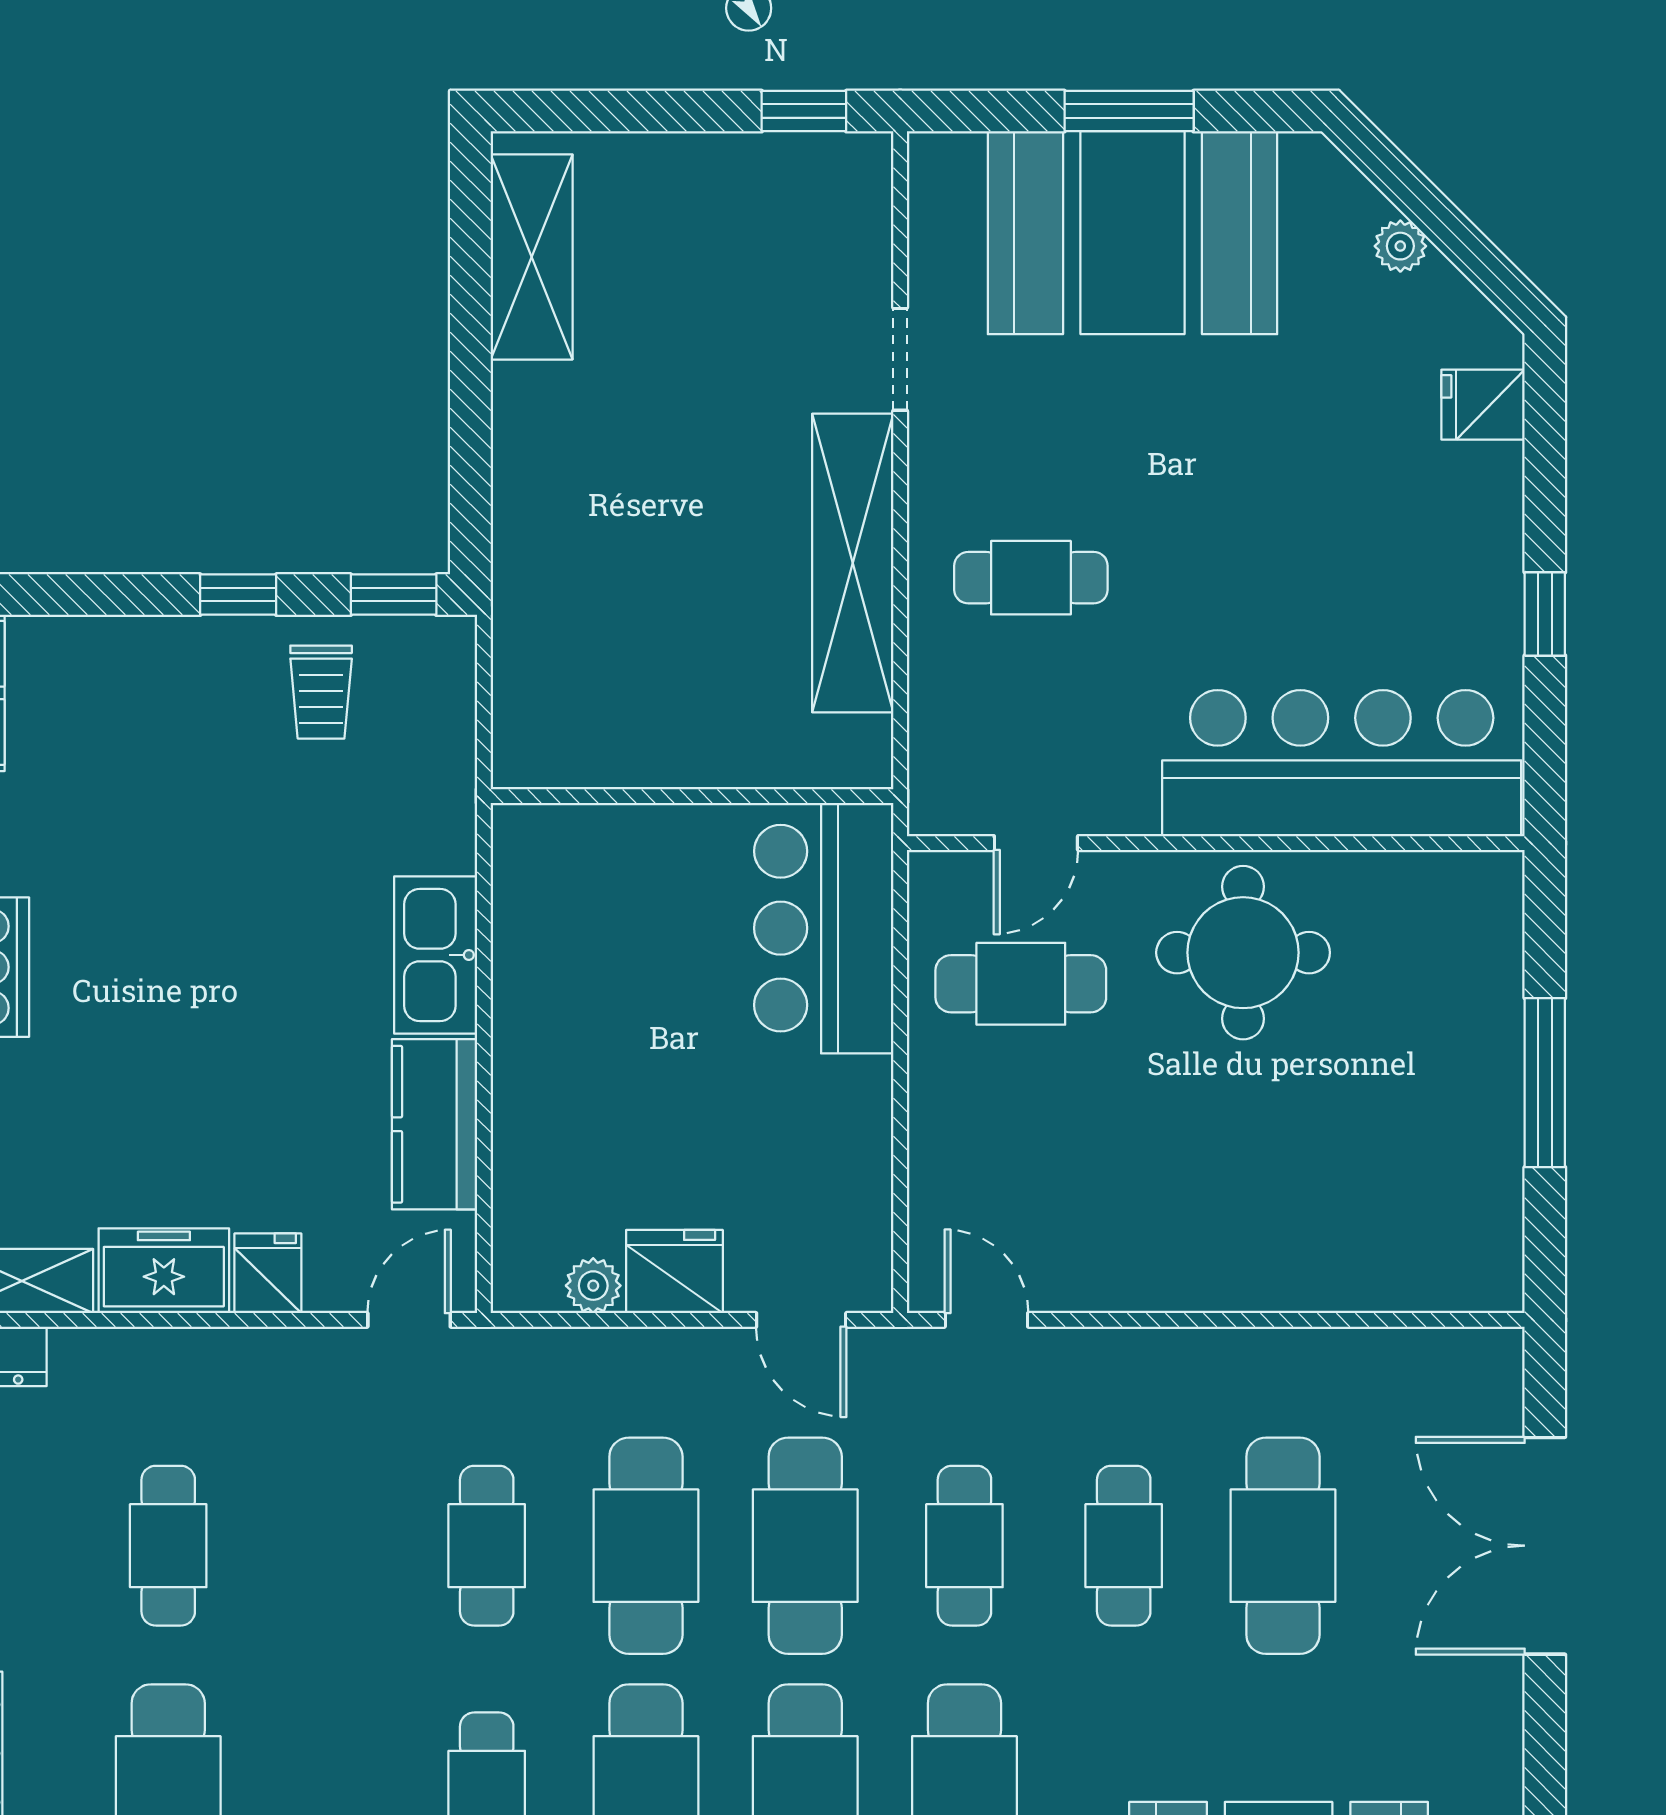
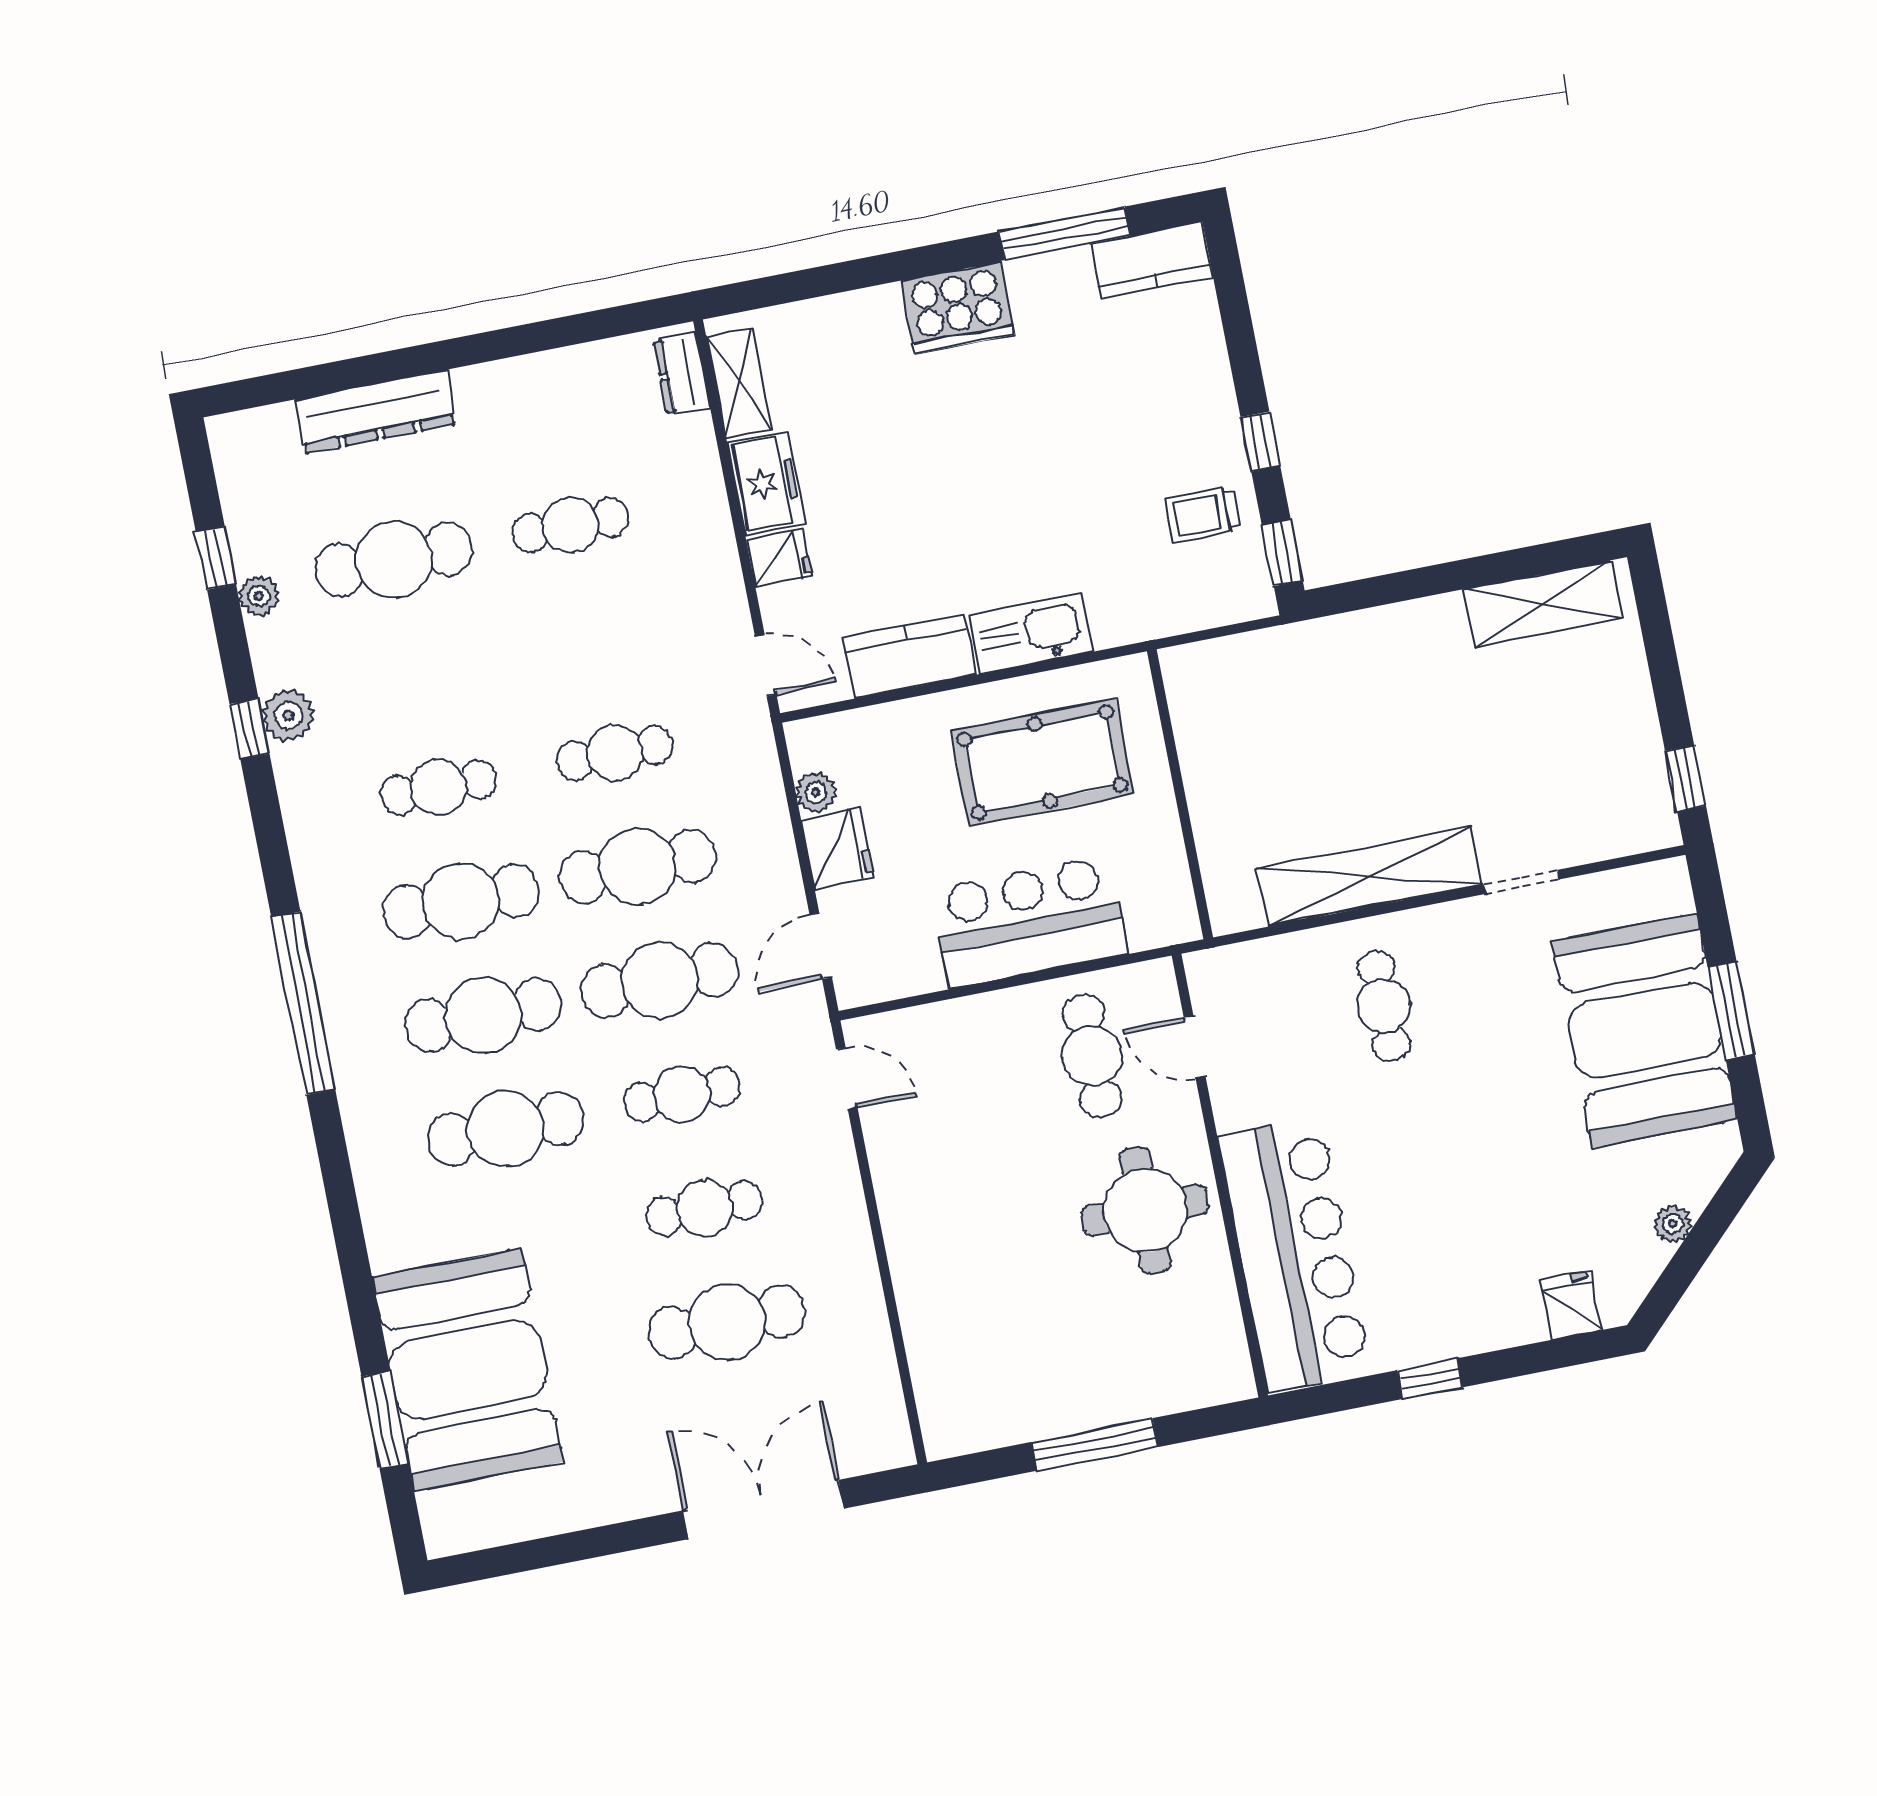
bar counter: (824, 928) -> (1029, 922), moved
pool table: (612, 973) -> (1042, 762), added
door: (986, 1320) -> (847, 1078), hinge flipped

